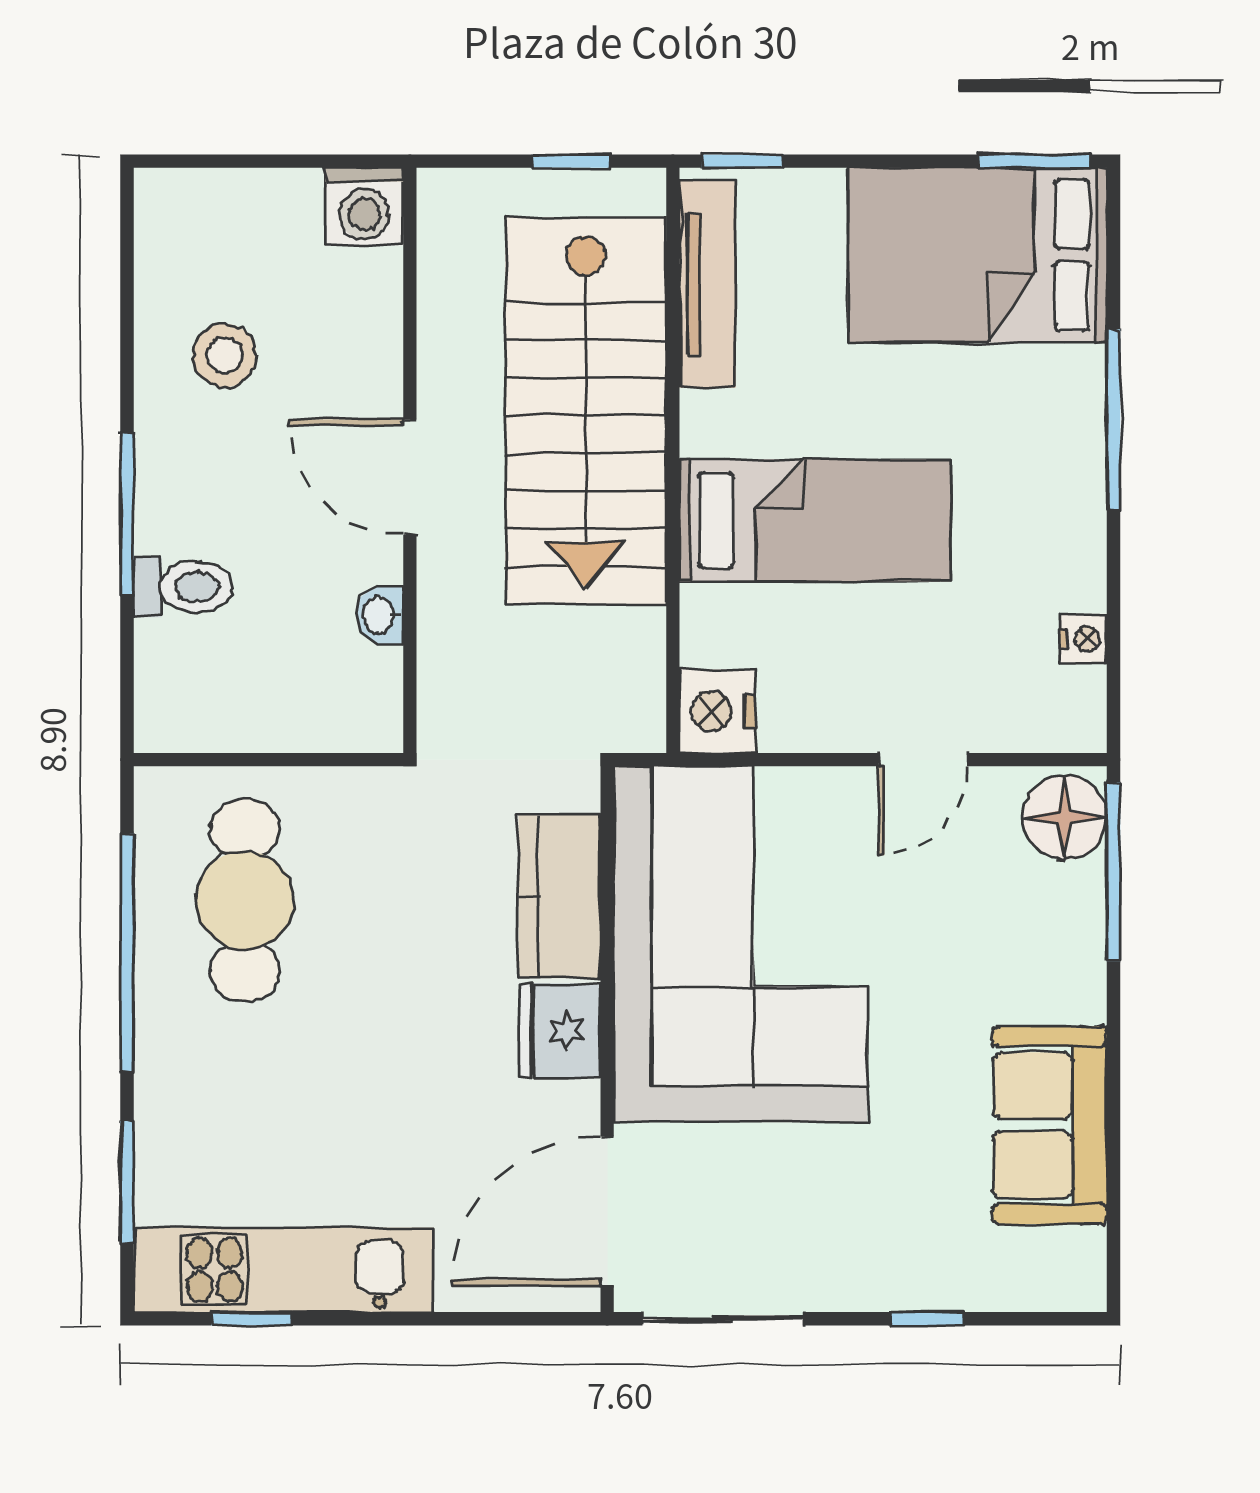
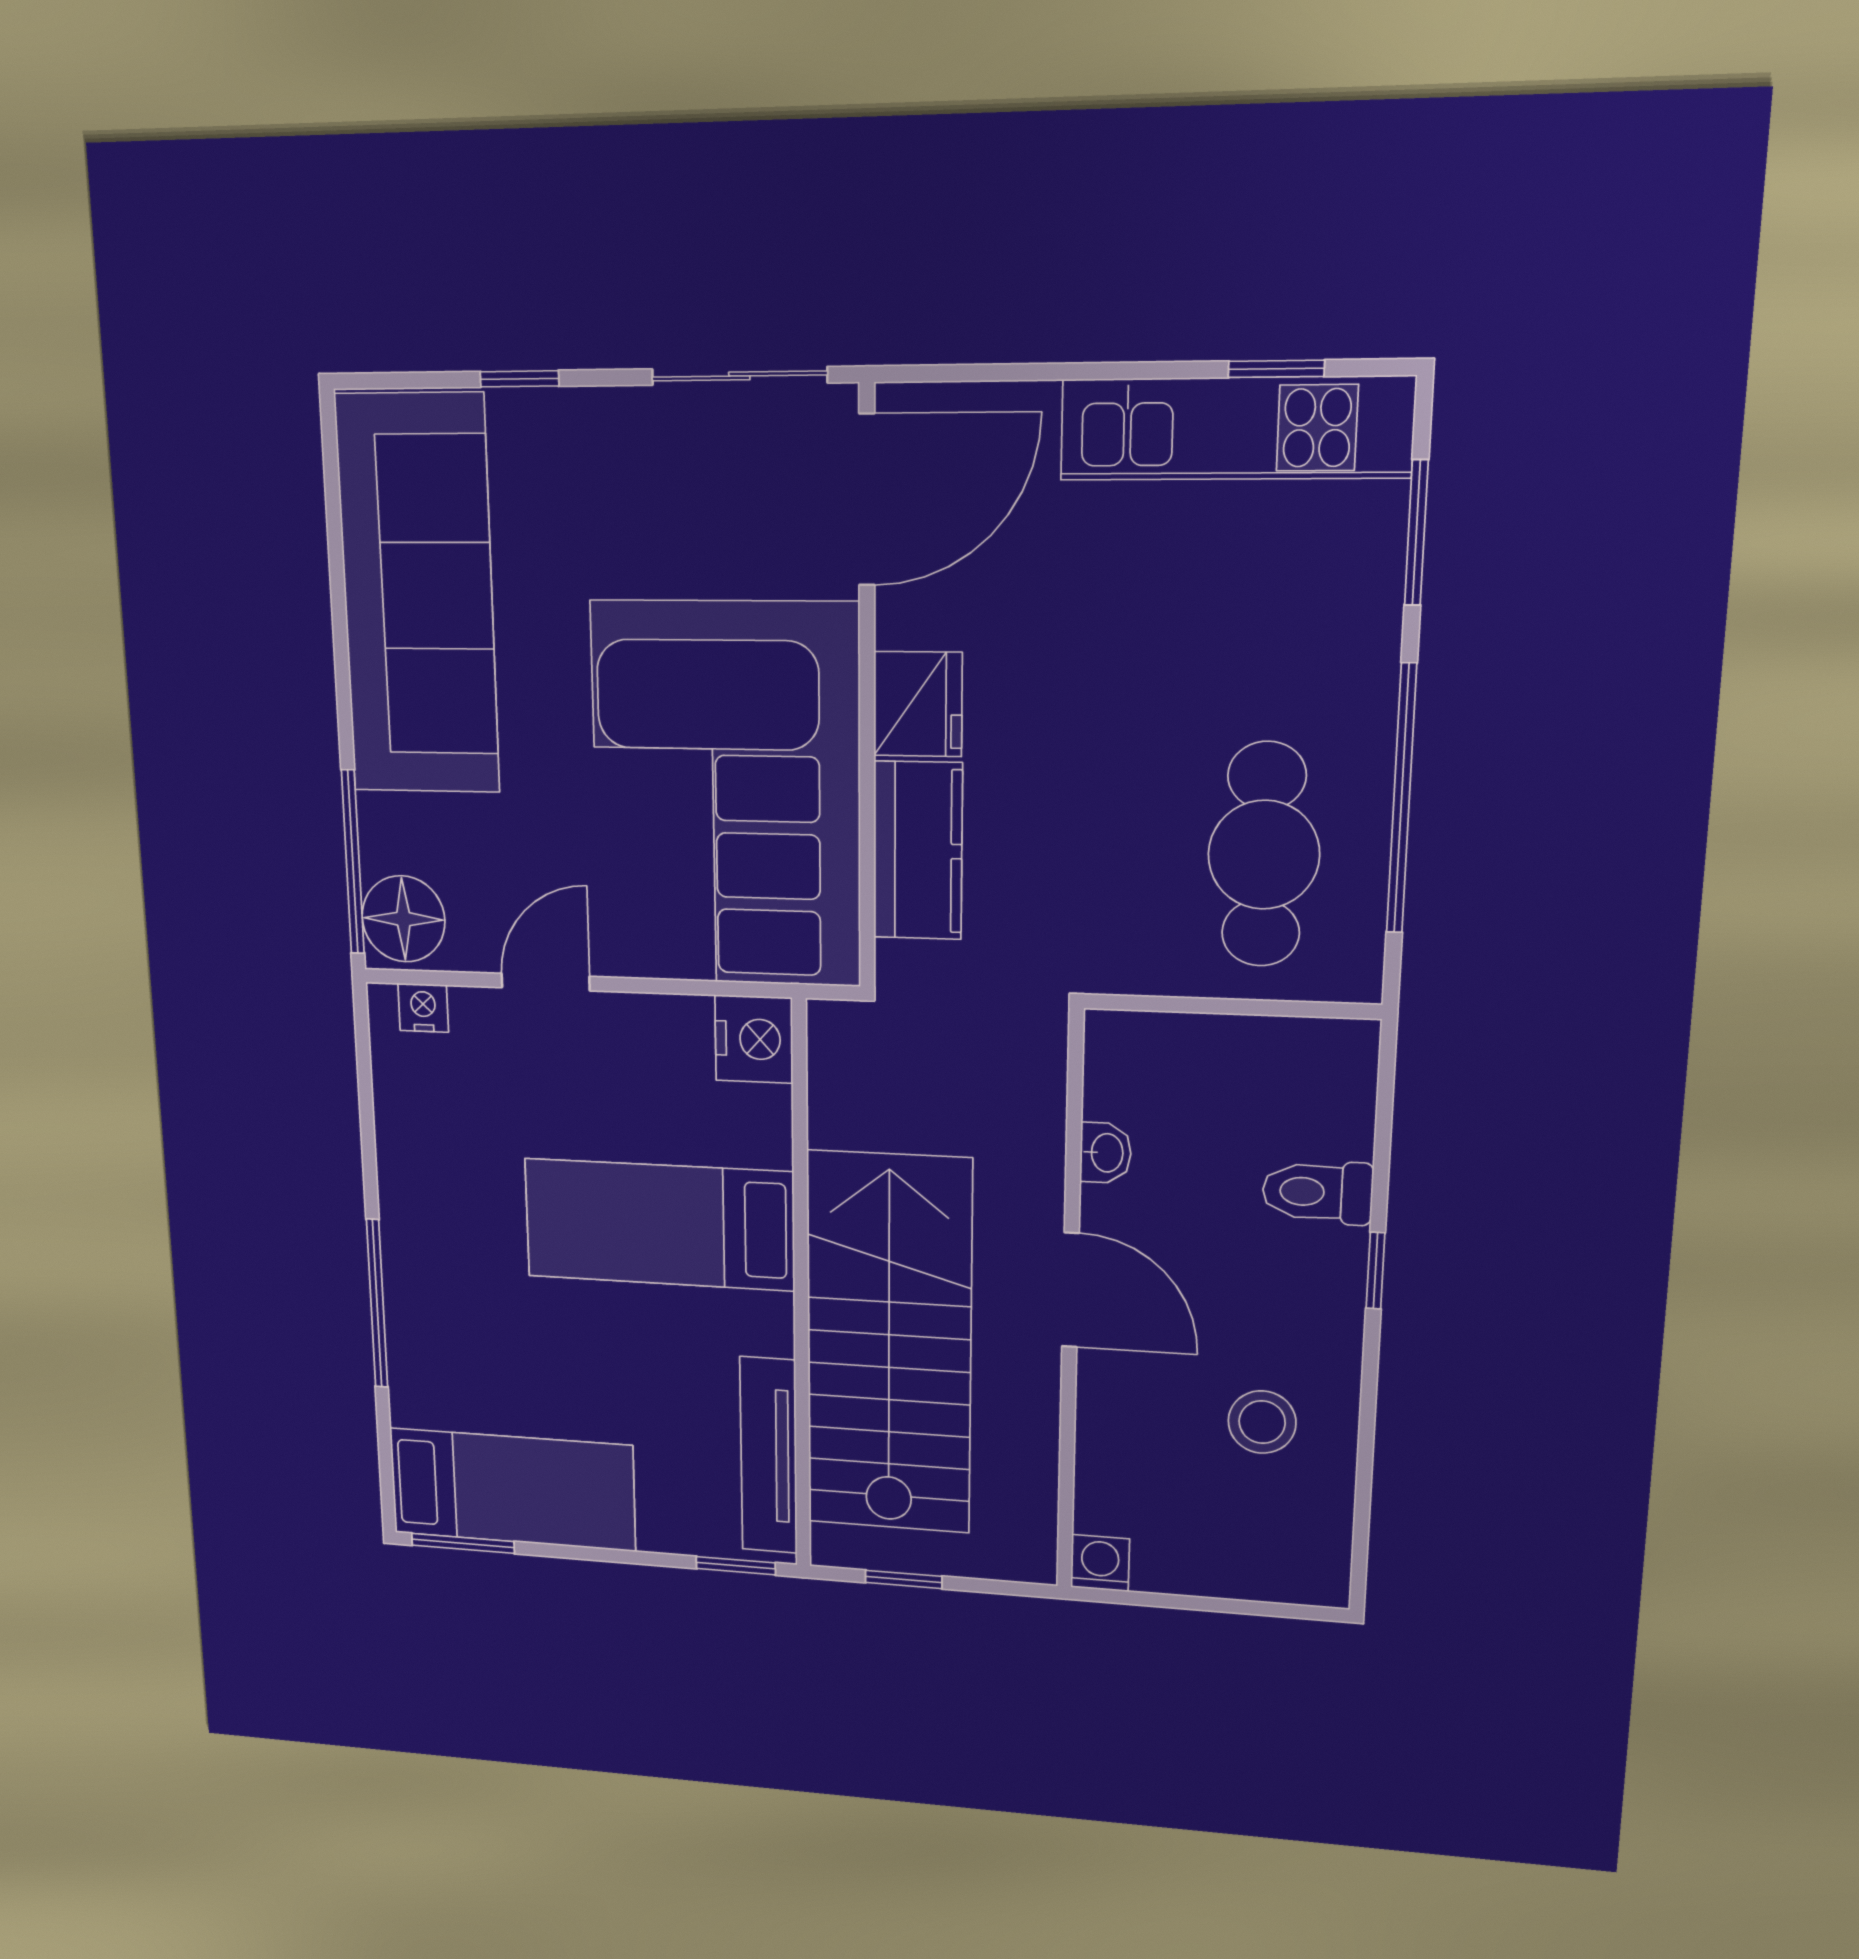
washing machine: (364, 207) -> (1100, 1563), width x0.73, depth x0.73
bed: (977, 255) -> (512, 1489), width x0.67
window: (127, 513) -> (1375, 1271), width x0.46
nightstand: (1083, 639) -> (423, 1008), moved, turned 90
sofa: (1050, 1125) -> (418, 596), width x1.85, depth x1.27

